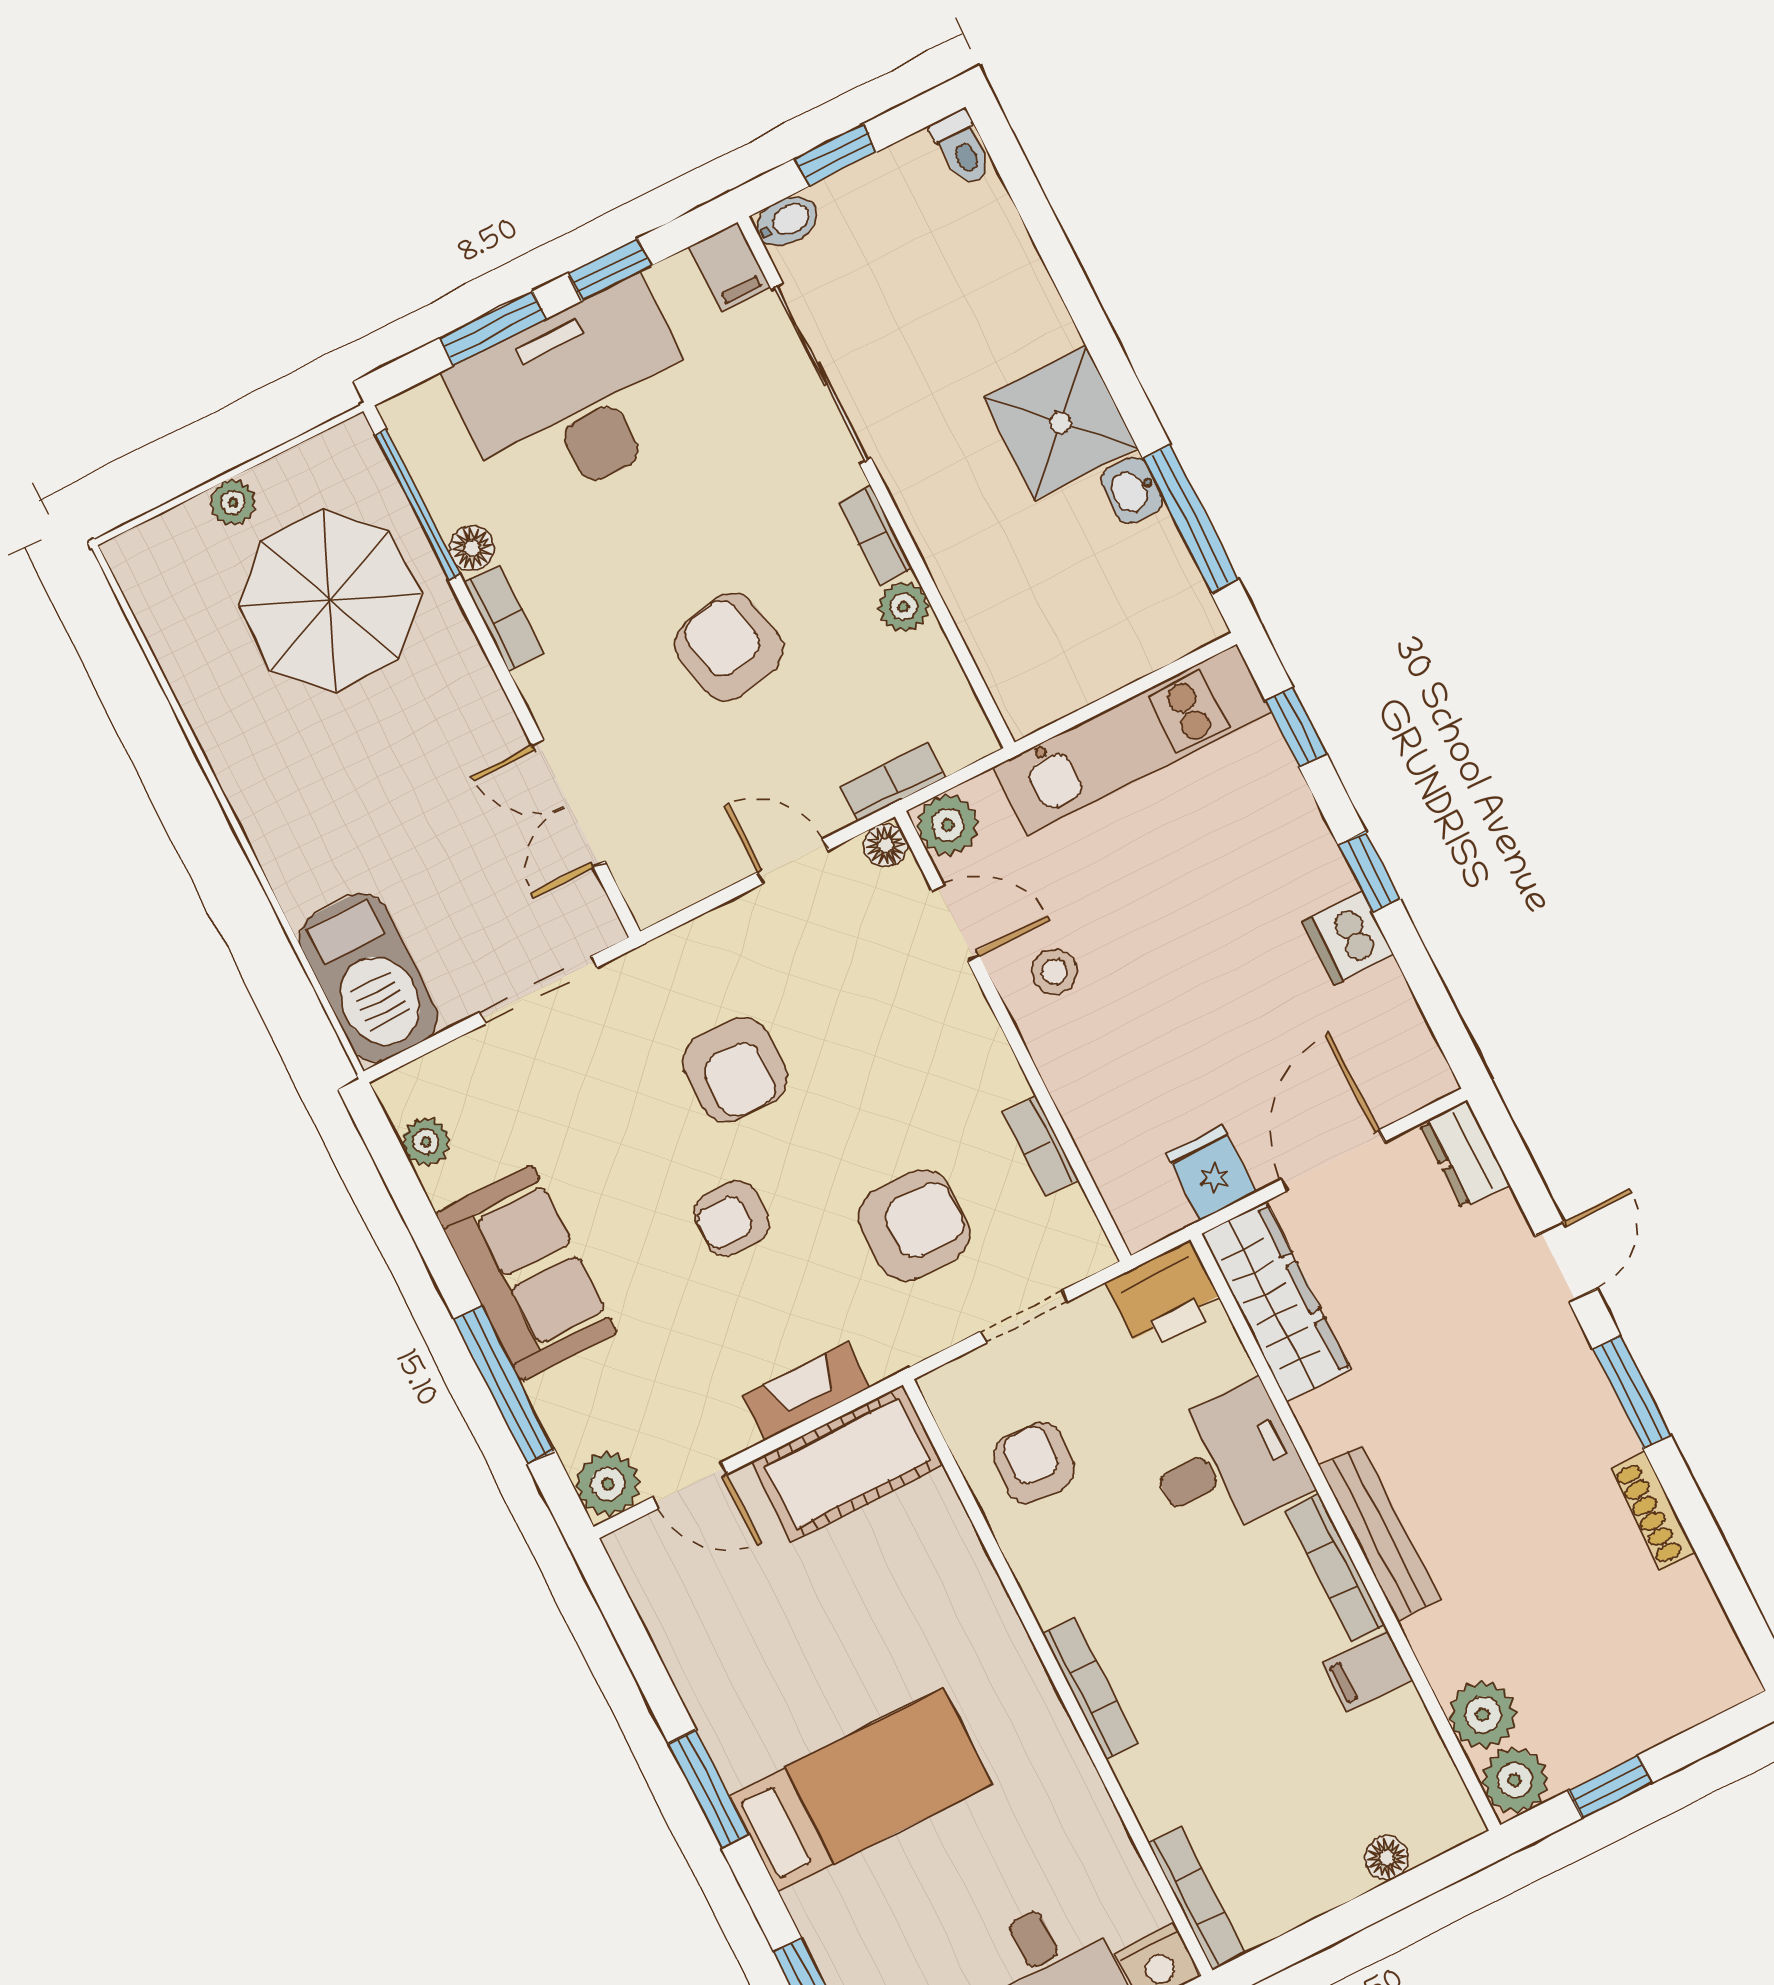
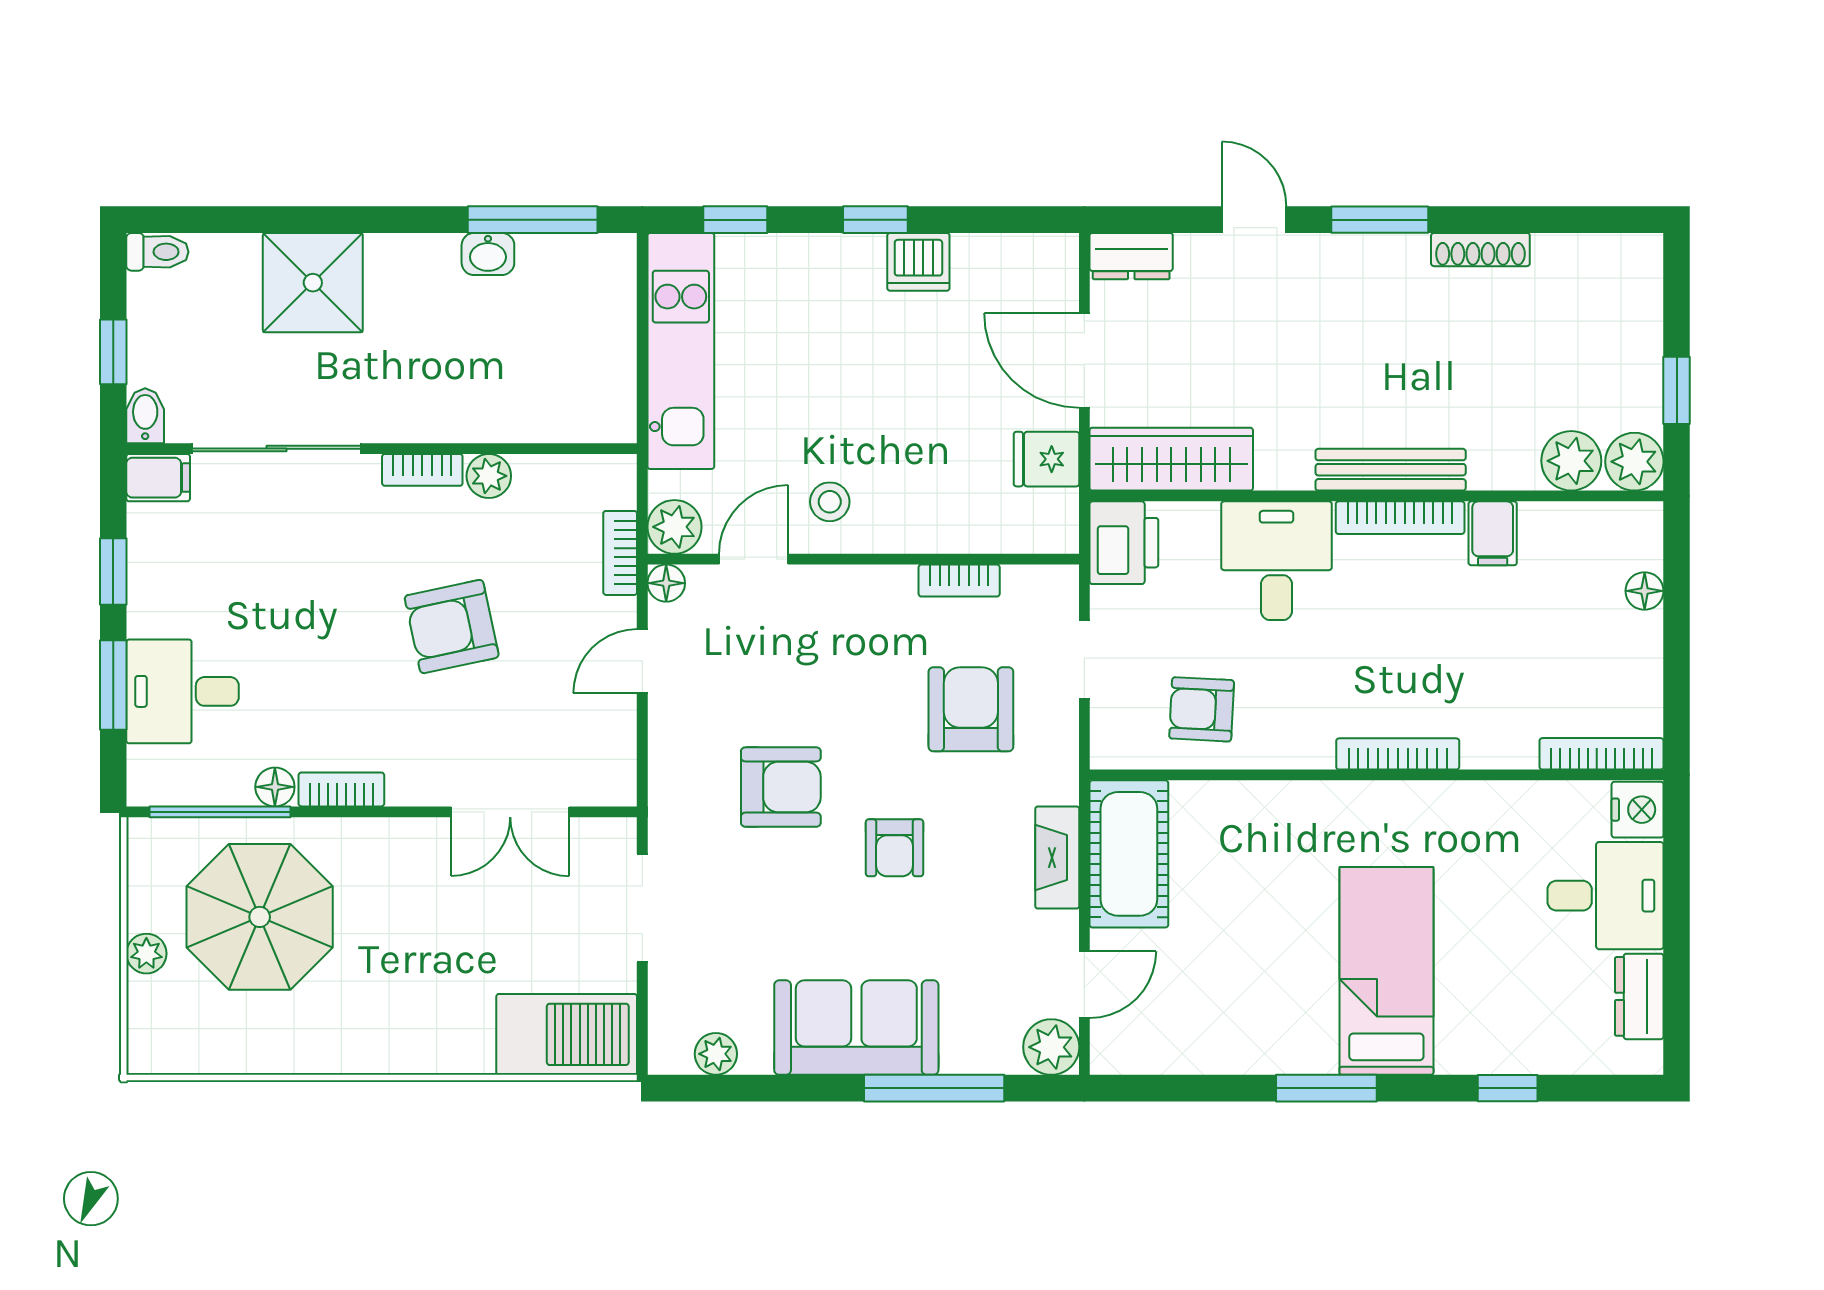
desk: (578, 397) -> (183, 691), width x0.53, depth x0.77
shower: (1061, 423) -> (313, 283), moved

